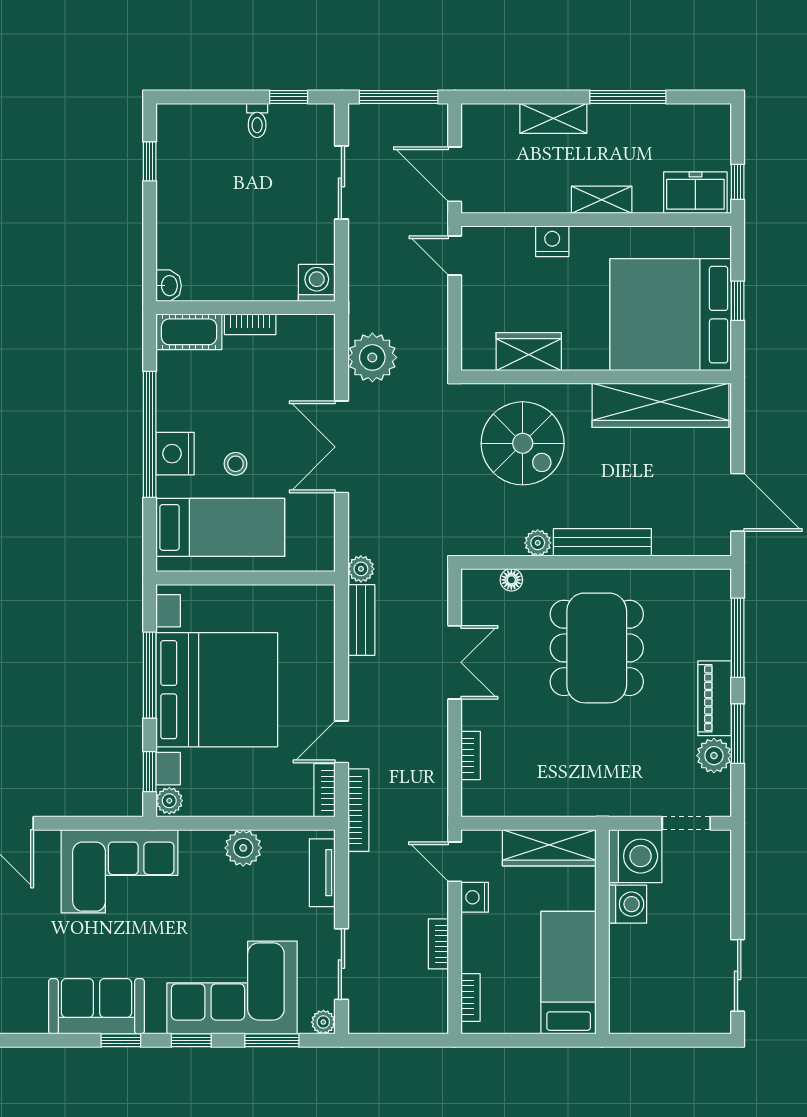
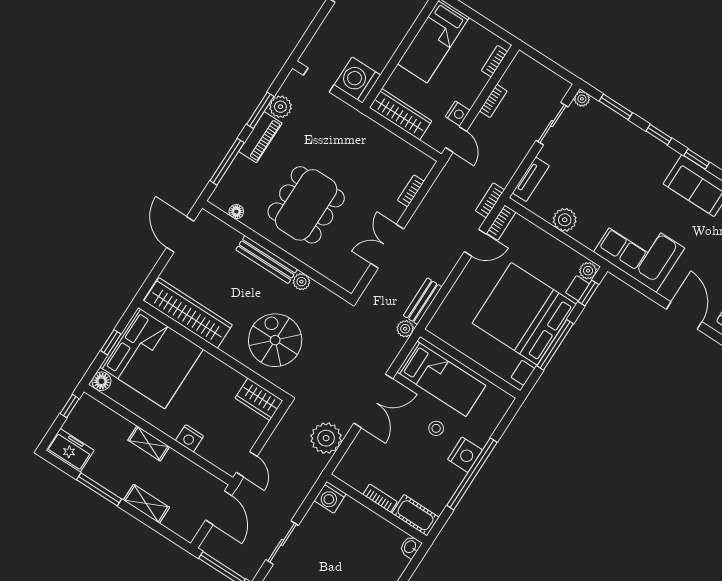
freezer: (695, 193) -> (70, 450), moved, turned 180
floor lamp: (717, 242) -> (101, 381), added
wardrobe: (529, 352) -> (259, 399), moved
bed: (220, 527) -> (441, 379), moved, turned 180
floor lamp: (511, 580) -> (236, 212), moved
bookcase: (358, 810) -> (490, 200), width x0.64
washing machine: (628, 904) -> (378, 57), removed
corner sofa: (232, 987) -> (619, 149), removed

